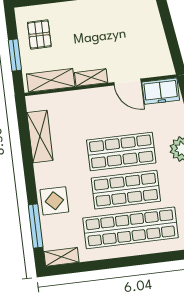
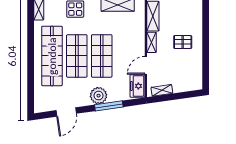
pallet: (39, 34) -> (183, 42), moved
shelving: (163, 53) -> (162, 90), added

